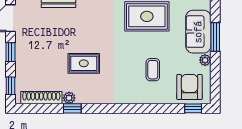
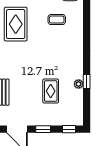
rug: (84, 63) -> (51, 91), moved
shoe rack: (41, 98) -> (78, 105), removed

